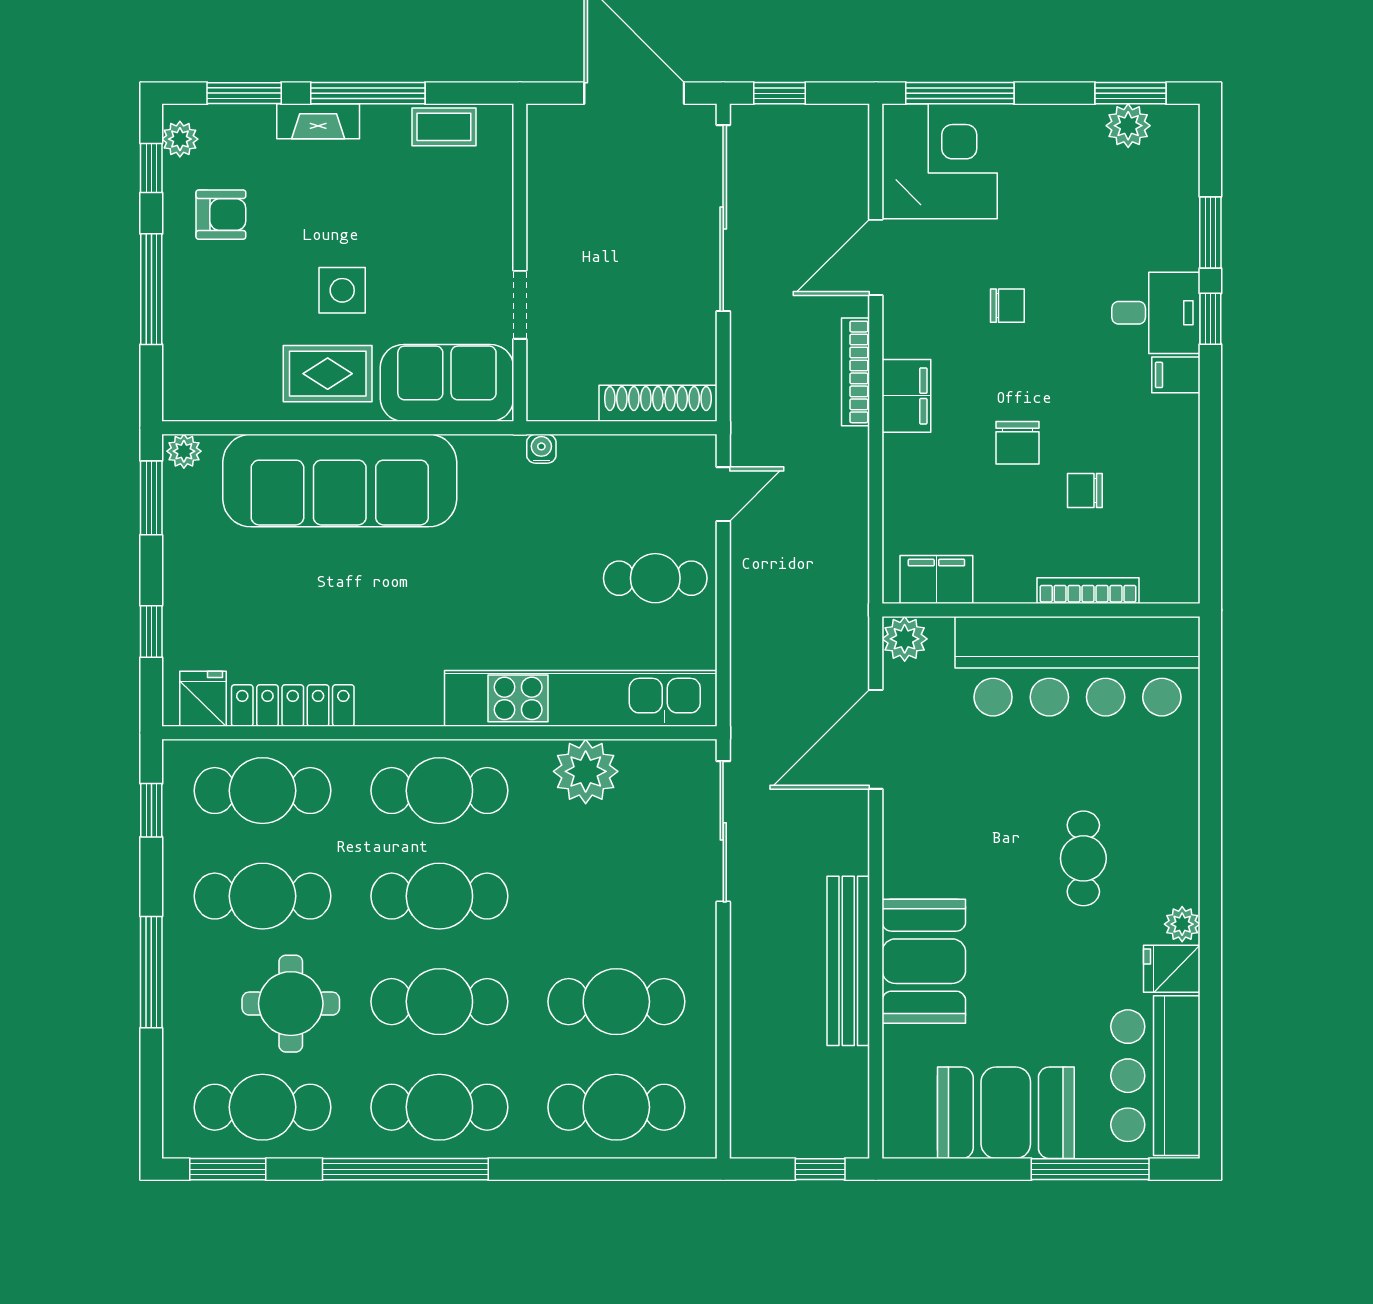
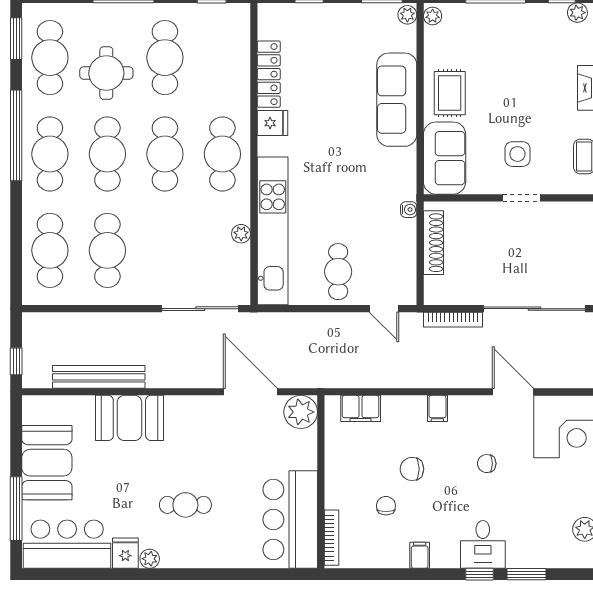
armchair: (221, 215) -> (536, 35), removed
side table: (342, 290) -> (518, 154), moved
doorway: (520, 305) -> (521, 198), moved
chair: (1007, 306) -> (487, 464), turned 90
bookcase: (856, 372) -> (453, 320), moved, turned 180
filing cabinet: (1176, 375) -> (420, 555), moved
filing cabinet: (906, 396) -> (437, 408), width x0.50
shoe rack: (658, 403) -> (433, 243), moved
plant: (186, 405) -> (433, 16), added
sofa: (340, 481) -> (397, 100), width x0.74, depth x0.79
filing cabinet: (936, 579) -> (361, 408), moved, turned 90
bookcase: (1088, 591) -> (331, 538), moved
plant: (905, 639) -> (301, 412), width x1.36, depth x1.36
bar counter: (1077, 666) -> (290, 519), width x0.73
fridge: (203, 699) -> (272, 123), moved
plant: (586, 771) -> (241, 234), width x0.53, depth x0.53
cafe table: (262, 791) -> (222, 58), removed
bench: (848, 961) -> (99, 377), moved

